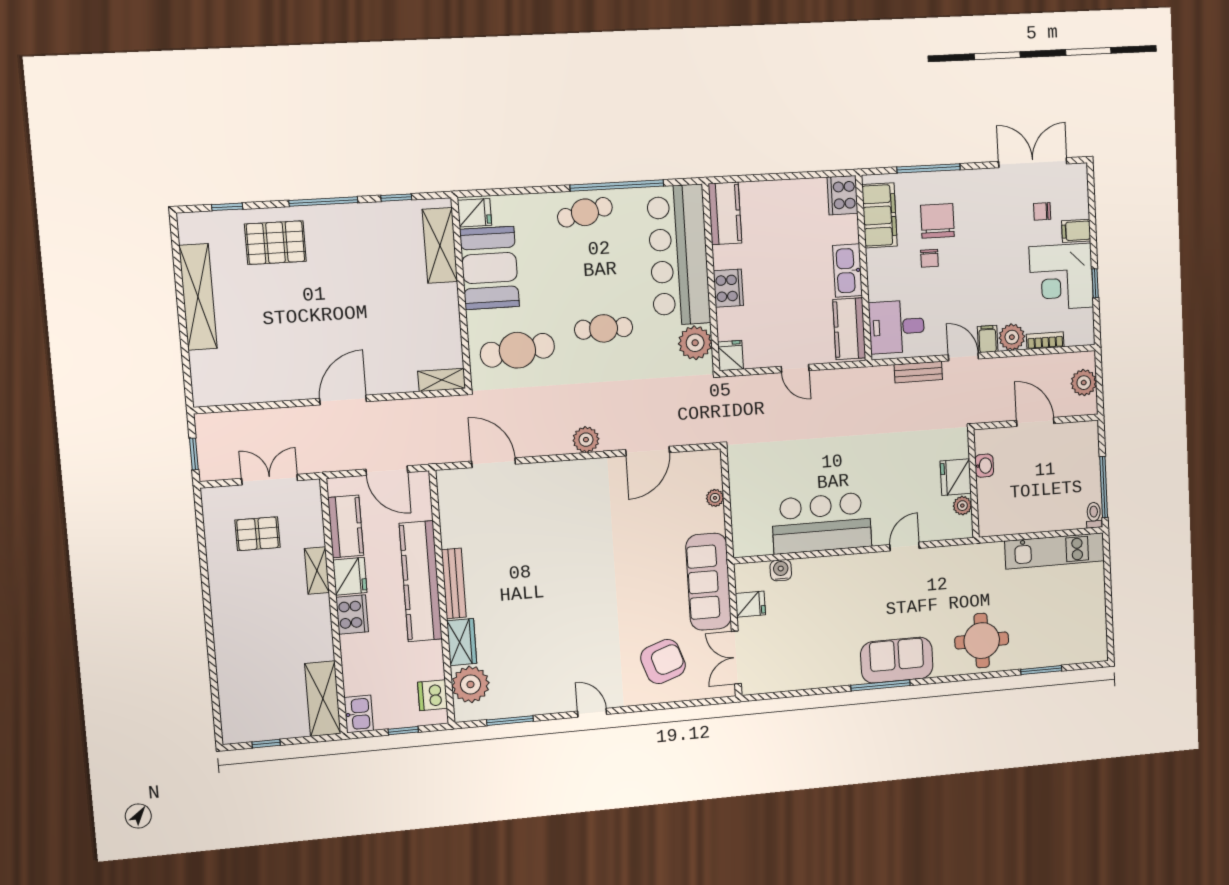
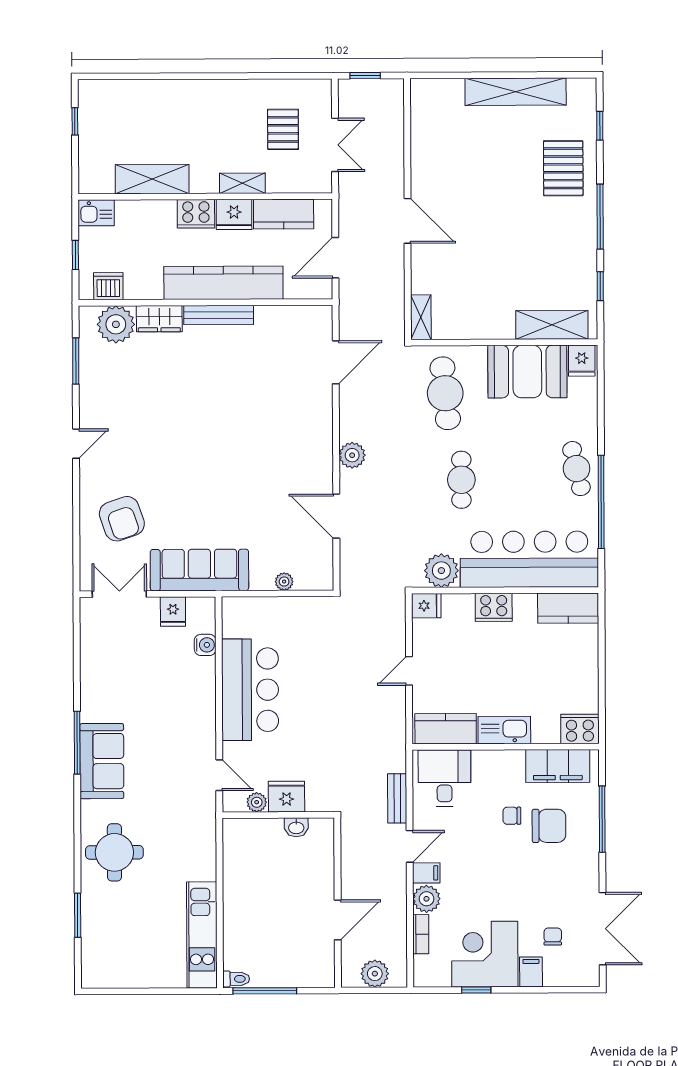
washbasin: (984, 466) -> (296, 827), moved
fridge: (956, 477) -> (287, 797), moved
wall: (973, 484) -> (278, 815), moved
plant: (962, 506) -> (257, 802), moved
shelving: (323, 699) -> (152, 179), moved

